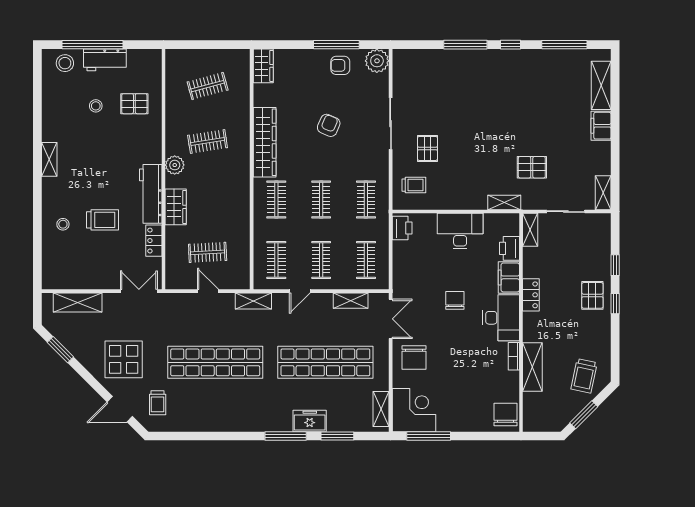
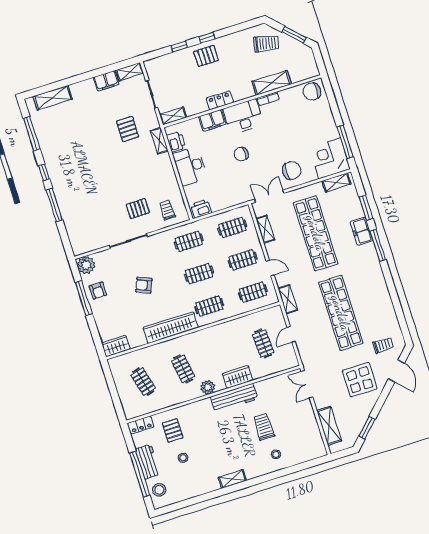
filing cabinet: (601, 126) -> (106, 81), moved
locker: (154, 241) -> (141, 425), moved
printer: (509, 248) -> (176, 142), moved, turned -90

